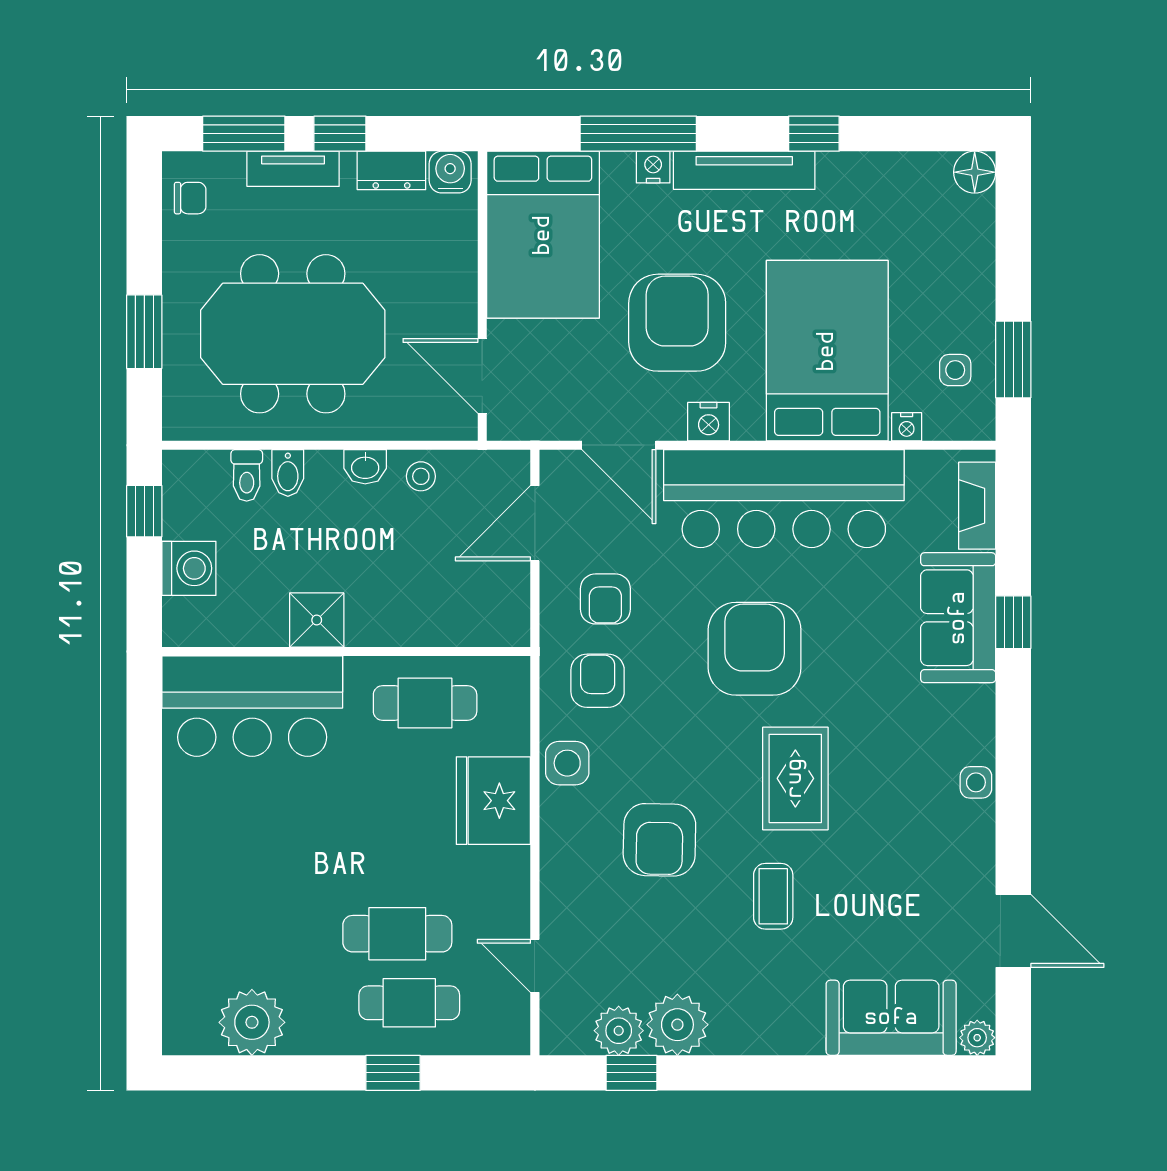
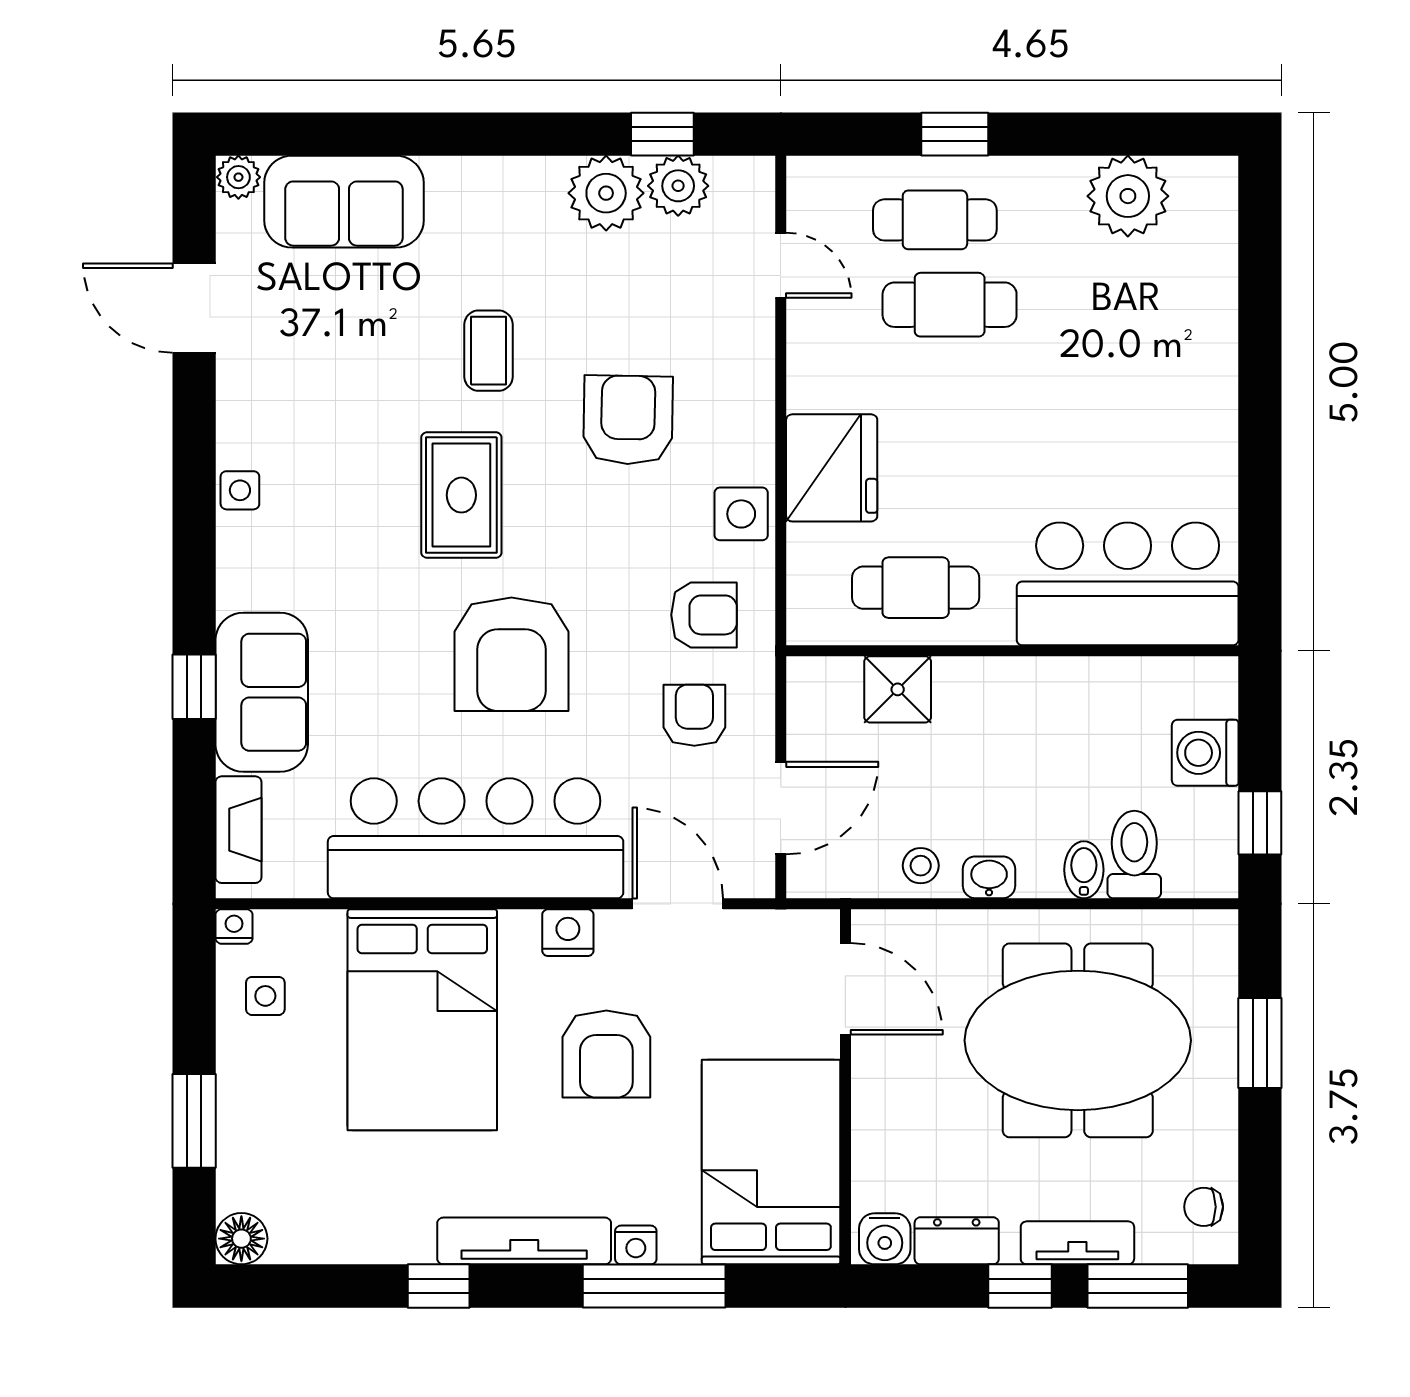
armchair: (677, 323) -> (606, 1054), width x0.73, depth x0.73
window: (1013, 360) -> (194, 1121), moved
nightstand: (907, 427) -> (234, 927), moved
toilet: (247, 475) -> (1134, 855), width x1.37, depth x1.39
shower: (317, 620) -> (898, 689), moved
armchair: (598, 681) -> (704, 615), turned -90

